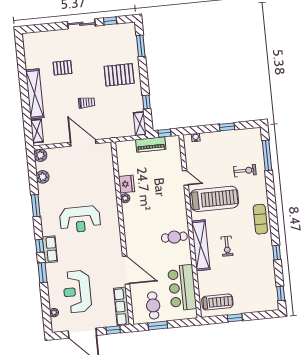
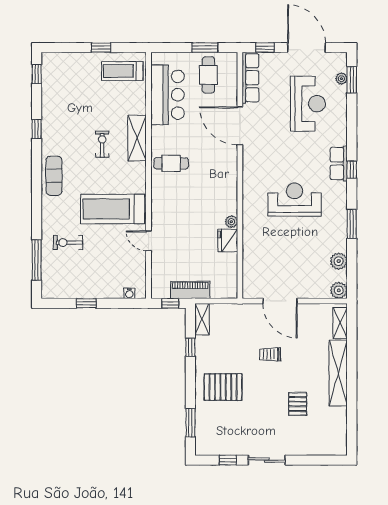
pallet: (63, 68) -> (298, 404), turned 90
shelving: (201, 245) -> (137, 138), width x0.68
window: (42, 273) -> (352, 80), moved

